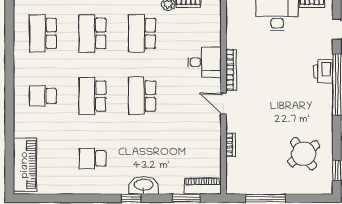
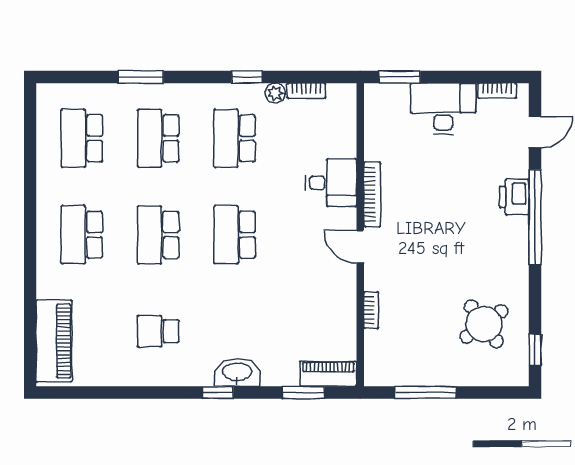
school desk: (43, 96) -> (82, 235), width x1.85

